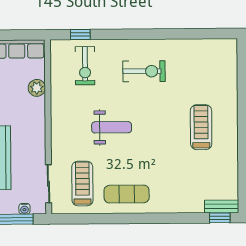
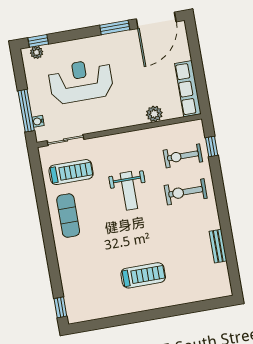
exercise bike: (144, 71) -> (186, 192), moved, turned 90
bench: (222, 206) -> (218, 246), moved

